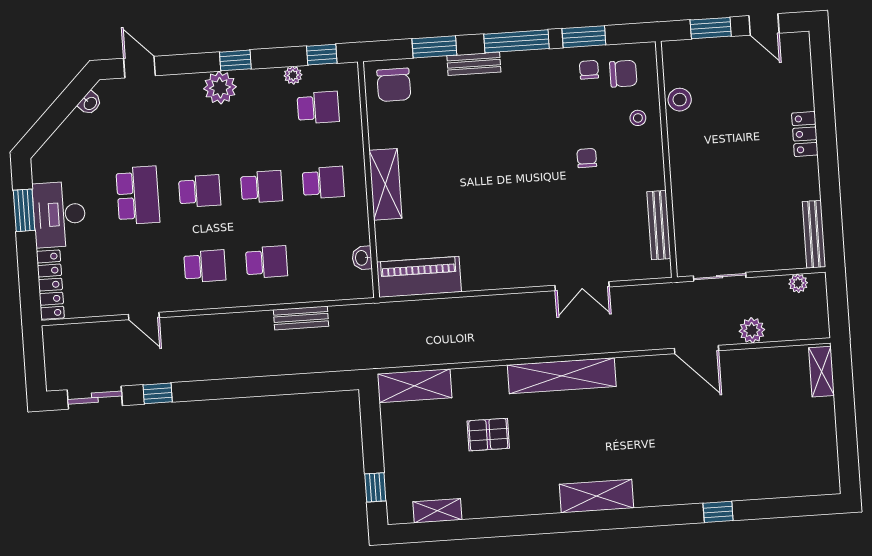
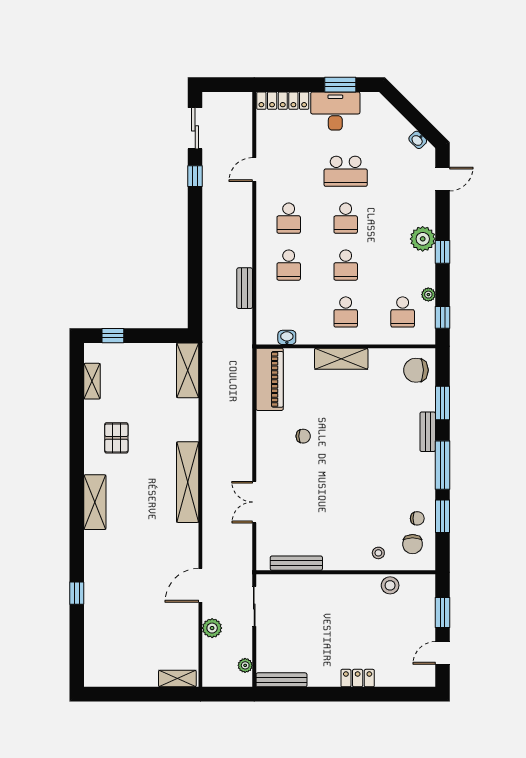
chair: (587, 158) -> (303, 436), moved
pallet: (488, 435) -> (116, 438), moved

